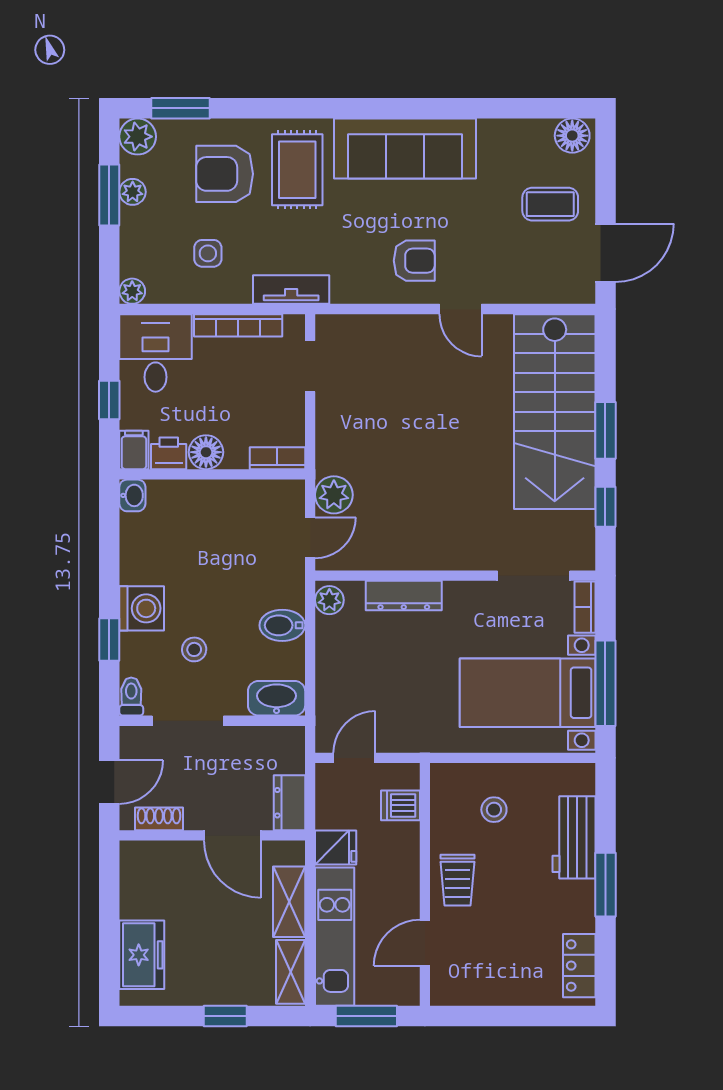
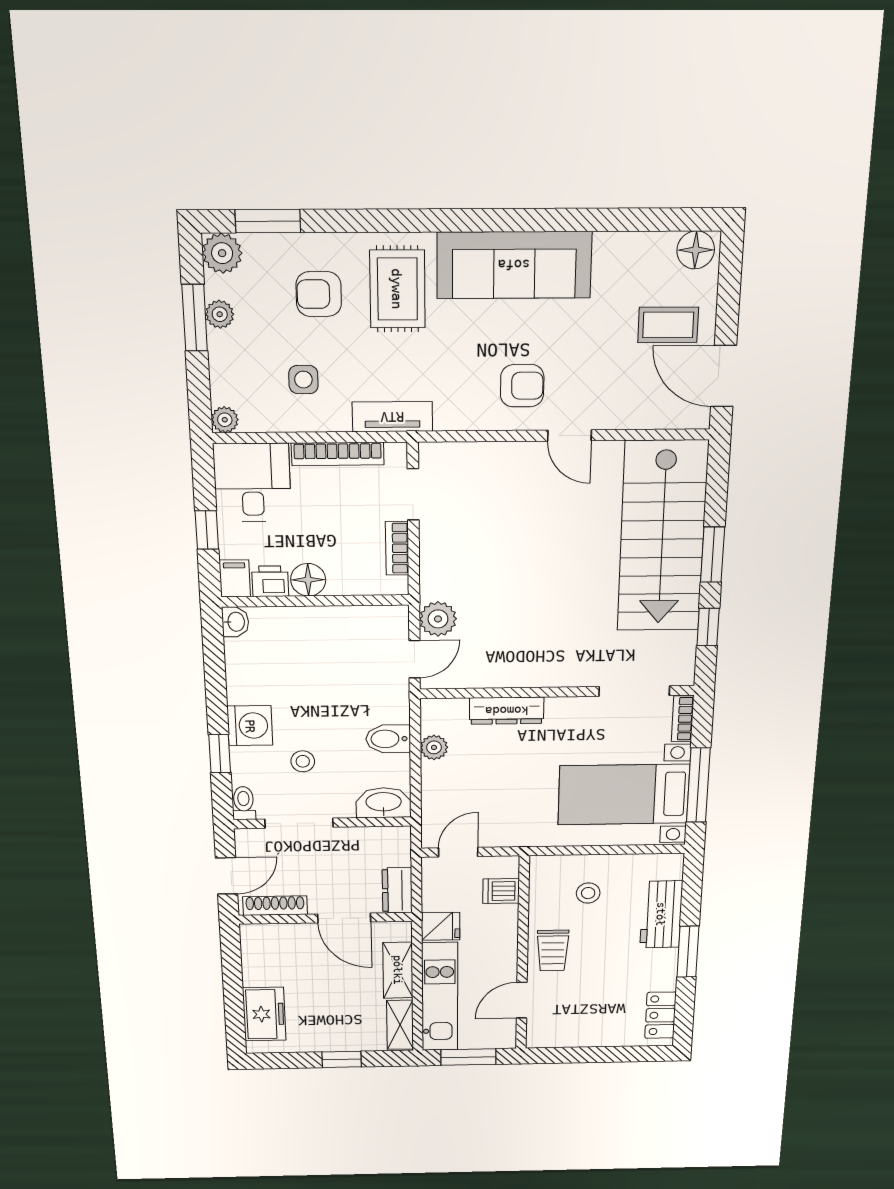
armchair: (225, 174) -> (319, 294), width x0.72, depth x0.72
door: (605, 253) -> (724, 376), swing flipped
bookcase: (277, 458) -> (397, 548), moved, turned -90
plant: (329, 600) -> (434, 747), moved
shoe rack: (159, 819) -> (275, 906), width x1.43

